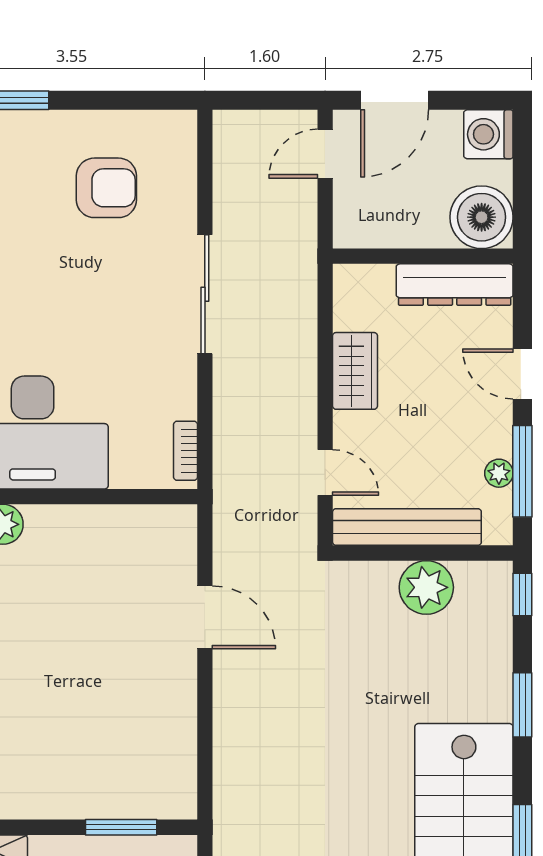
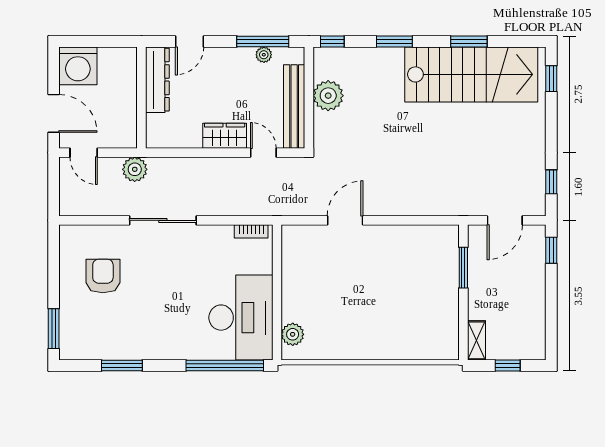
washing machine: (488, 134) -> (78, 66), width x1.37, depth x1.37
boiler: (482, 217) -> (119, 64), removed
plant: (296, 244) -> (135, 169), added
wardrobe: (355, 371) -> (225, 136), moved
door: (522, 374) -> (190, 41), moved
door: (325, 472) -> (263, 153), hinge flipped

